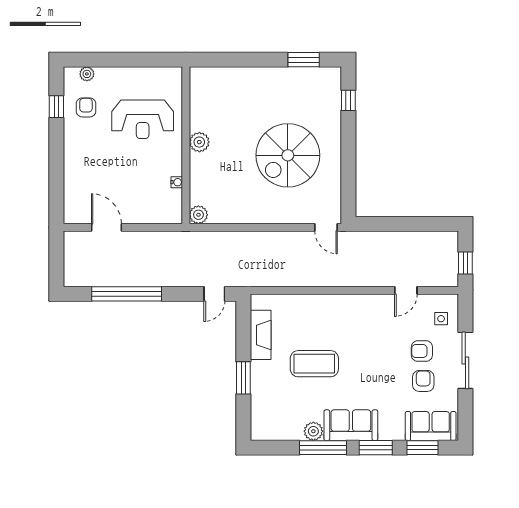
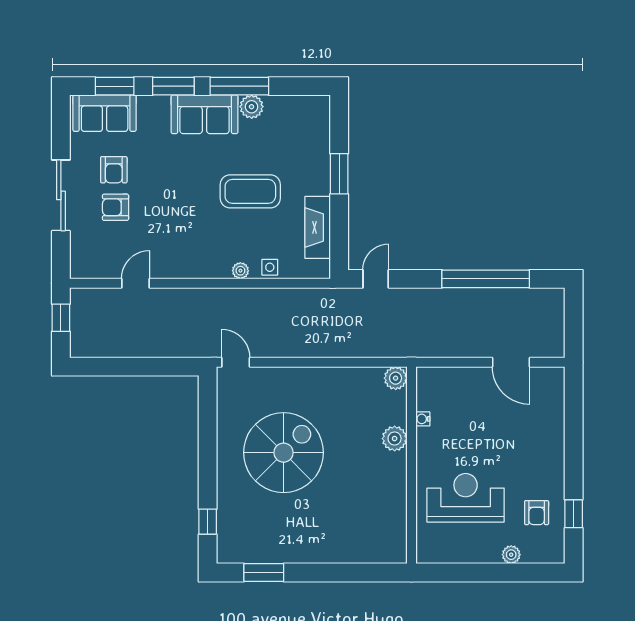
plant: (87, 74) -> (511, 555), moved
plant: (199, 142) -> (395, 439), moved
plant: (322, 300) -> (240, 271), added
side table: (441, 319) -> (270, 267), moved
armchair: (422, 351) -> (115, 207), turned 180

